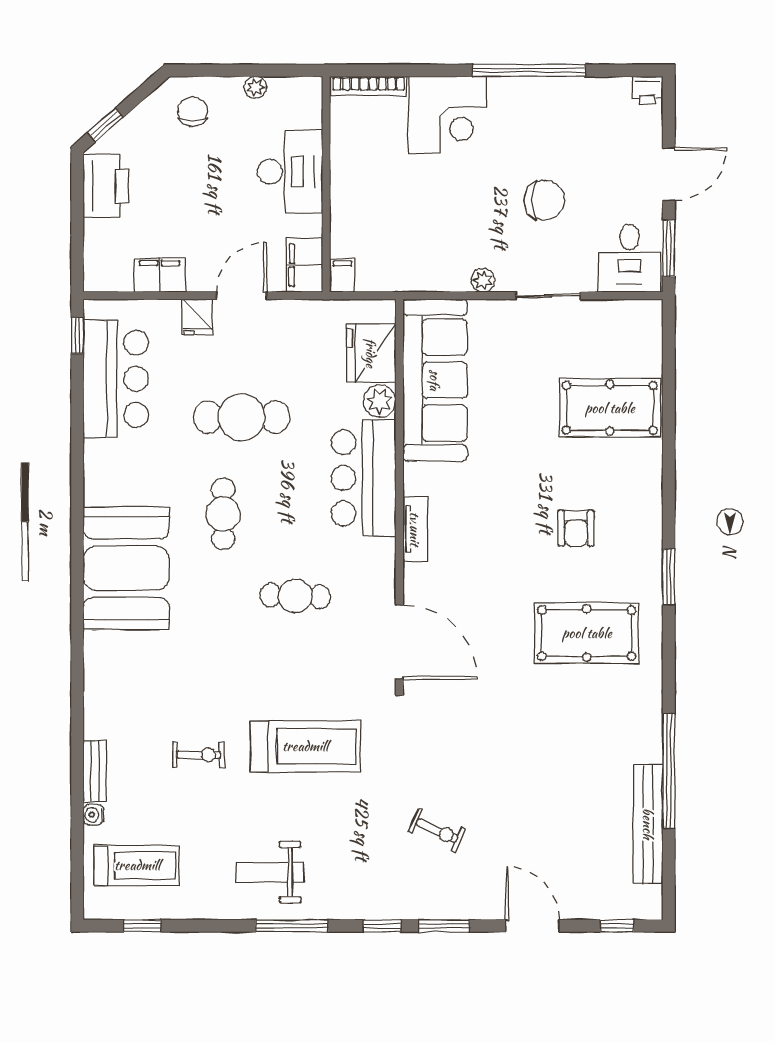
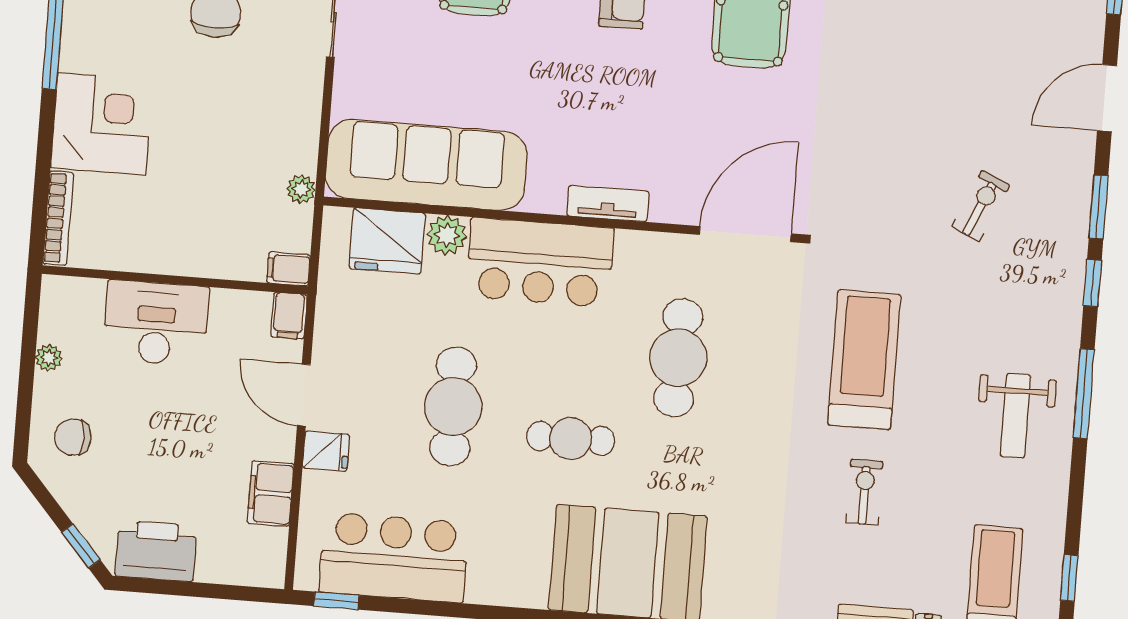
filing cabinet: (304, 265) -> (289, 316), width x0.50
plant: (483, 280) -> (301, 189), moved
cafe table: (295, 596) -> (678, 358), width x1.37, depth x1.35

